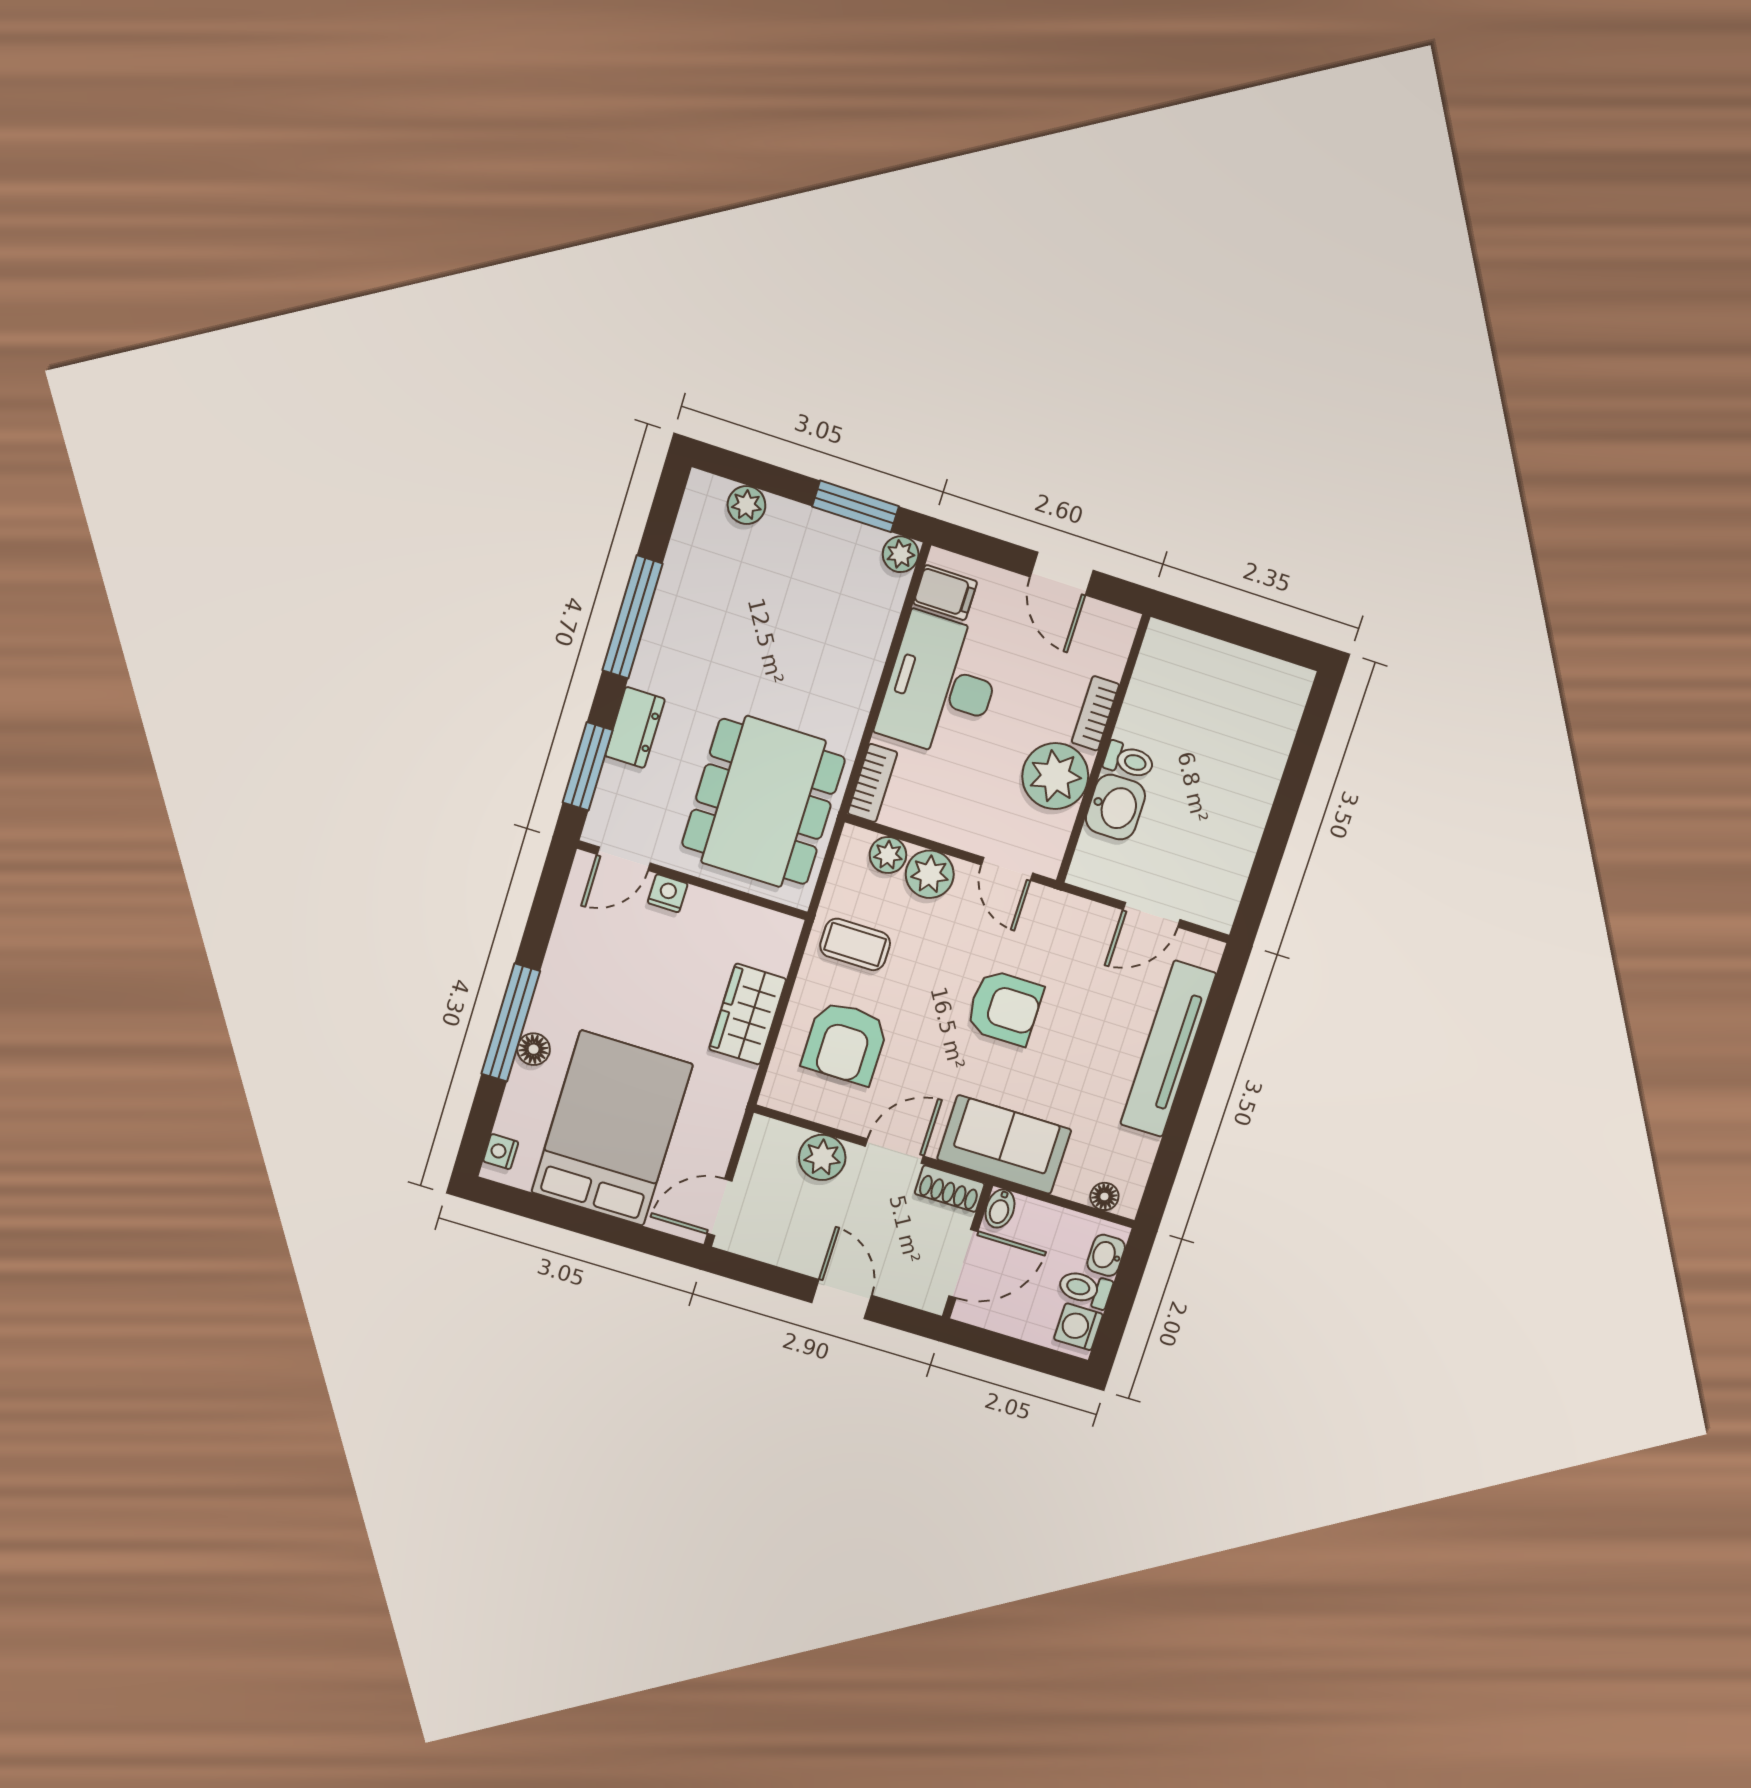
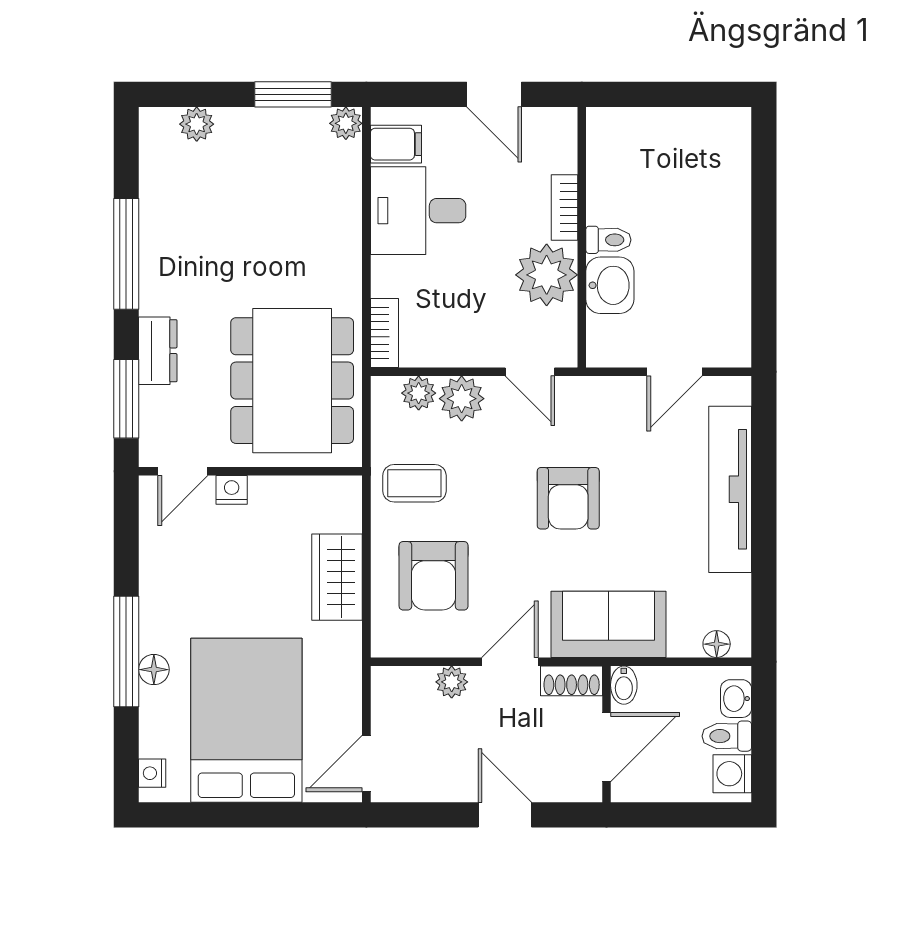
desk: (941, 686) -> (418, 211), width x0.73
armchair: (1005, 1008) -> (568, 498), turned 90
plant: (822, 1157) -> (452, 682), width x0.73, depth x0.73

